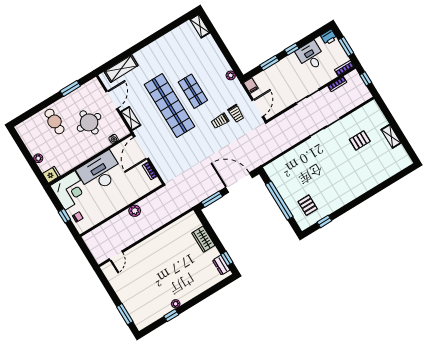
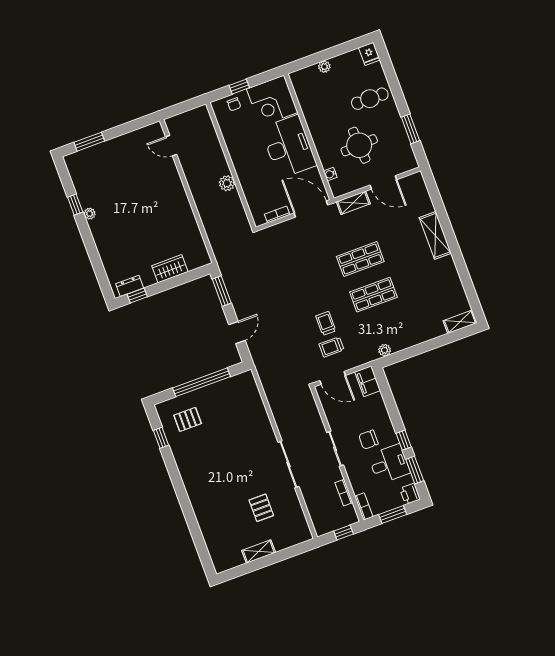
window: (269, 63) -> (415, 470), moved
shelving: (121, 69) -> (435, 235), moved
chair: (296, 74) -> (368, 440), added
filing cabinet: (251, 86) -> (368, 381), width x2.00
shop shelf: (170, 106) -> (360, 259), width x0.50, depth x0.74
fridge: (51, 175) -> (369, 54), moved
door: (239, 183) -> (237, 332), width x0.53

